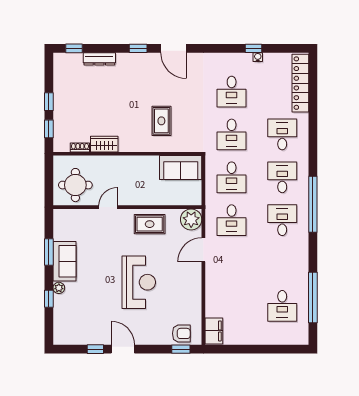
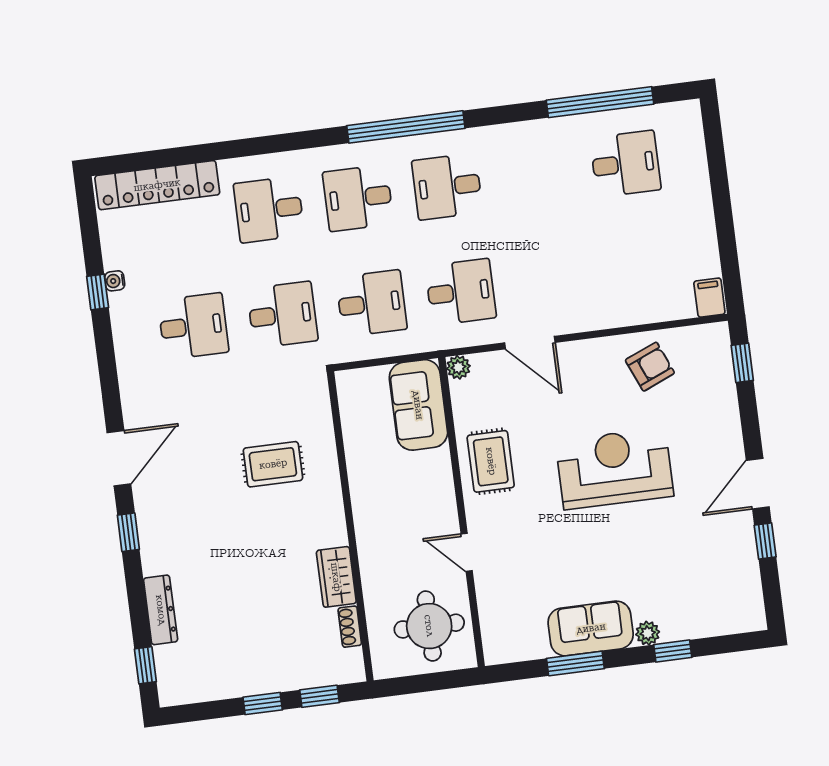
sofa: (181, 168) -> (418, 405), moved, turned 180
plant: (191, 219) -> (458, 367), width x0.53, depth x0.53
filing cabinet: (214, 331) -> (709, 298), width x0.50
armchair: (181, 333) -> (650, 367), moved, turned 67

